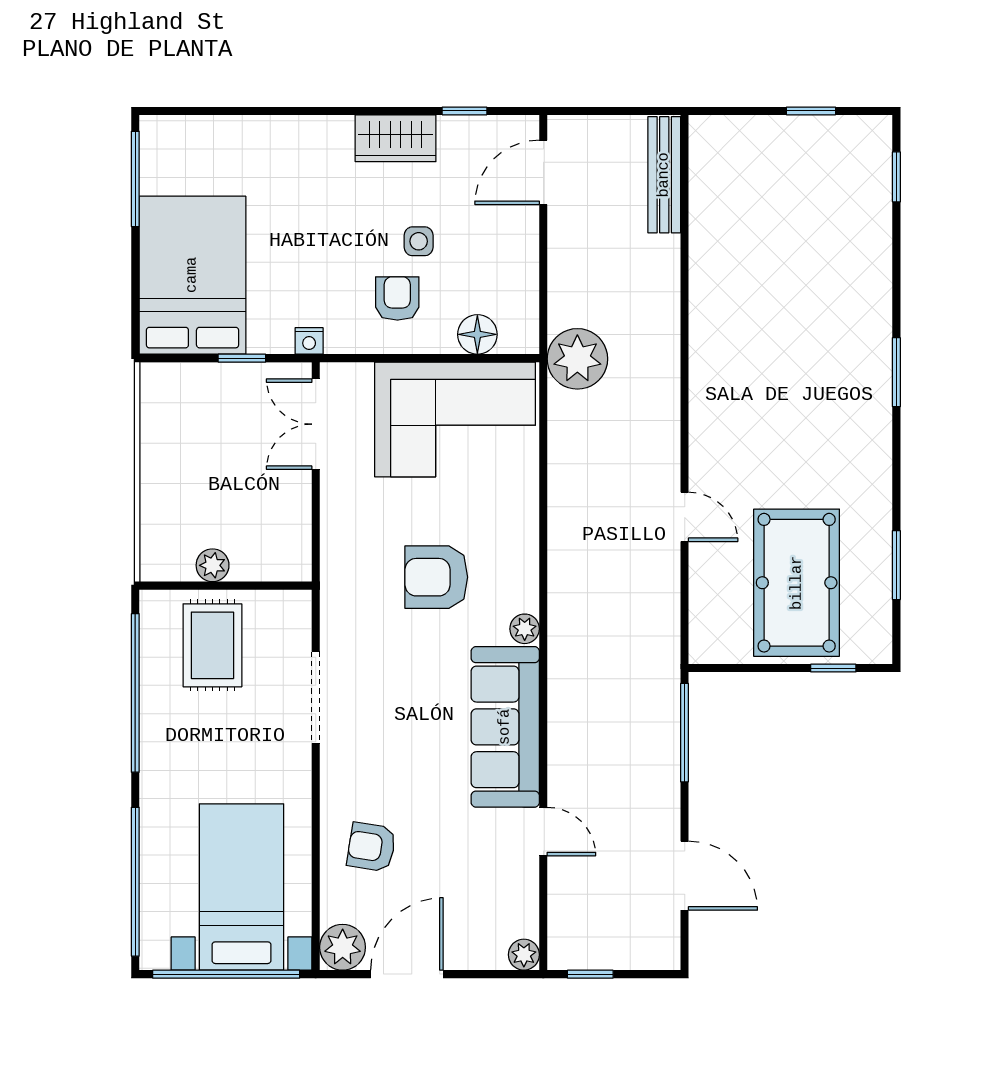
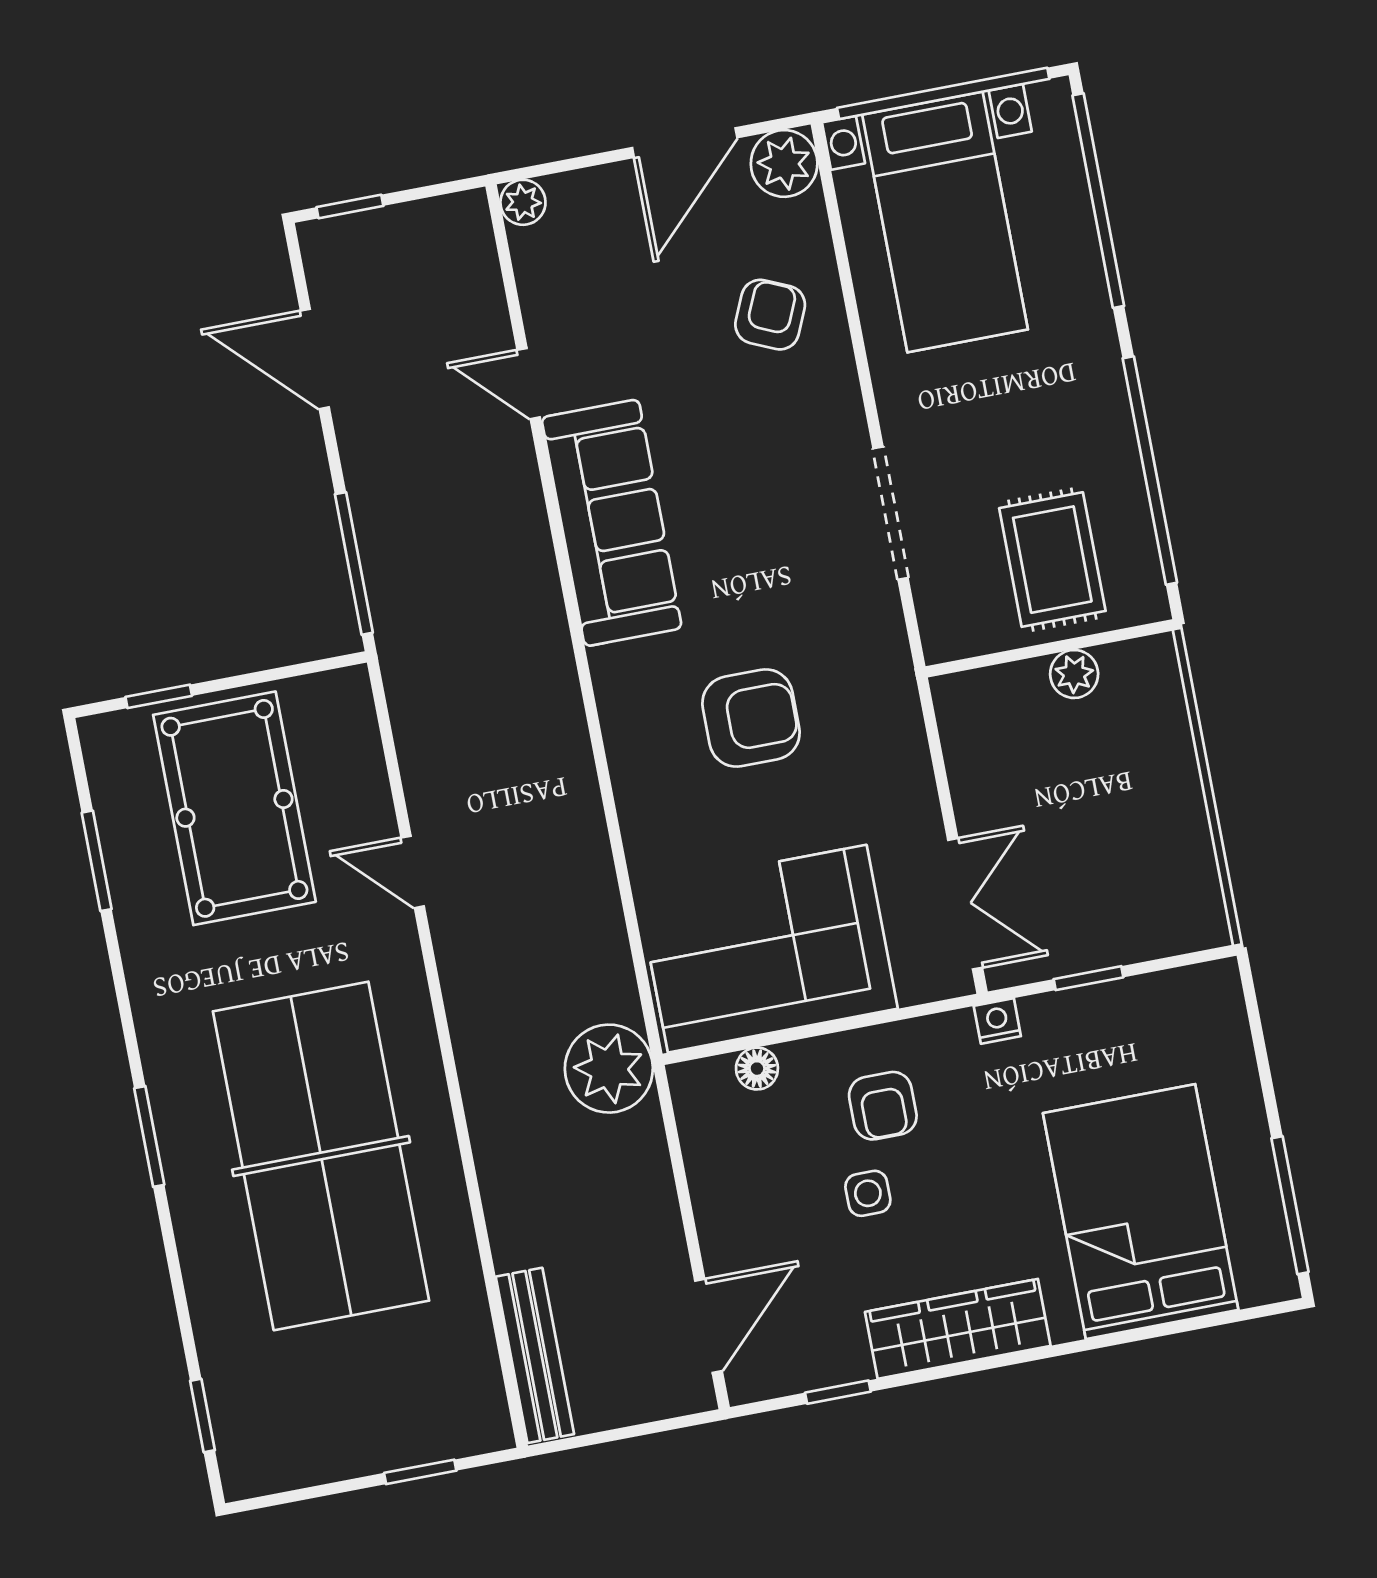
window: (811, 111) -> (420, 1472), moved
wardrobe: (396, 138) -> (958, 1329), width x1.50
bed: (192, 275) -> (1141, 1212), moved, turned 180
floor lamp: (477, 334) -> (757, 1069), width x0.73, depth x0.73
table tennis table: (783, 337) -> (321, 1156), added
plant: (525, 629) -> (611, 668), removed
armchair: (371, 847) -> (770, 315), turned -75
window: (590, 974) -> (350, 207), moved

